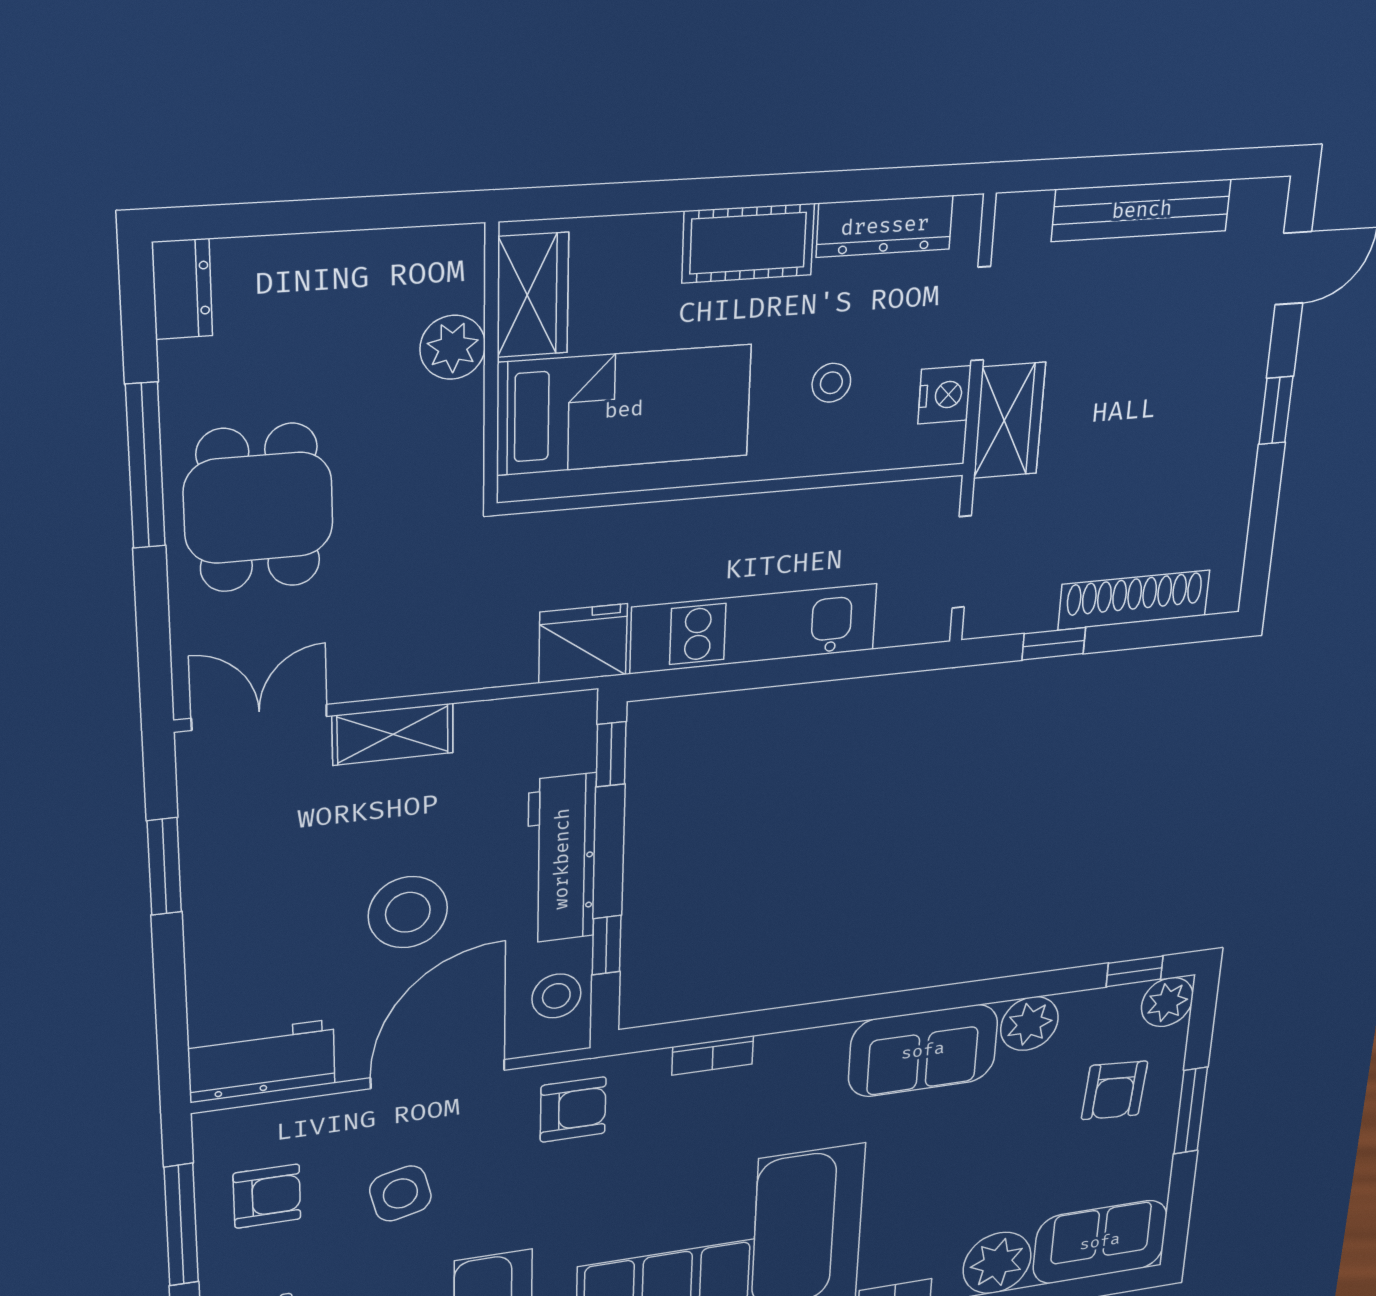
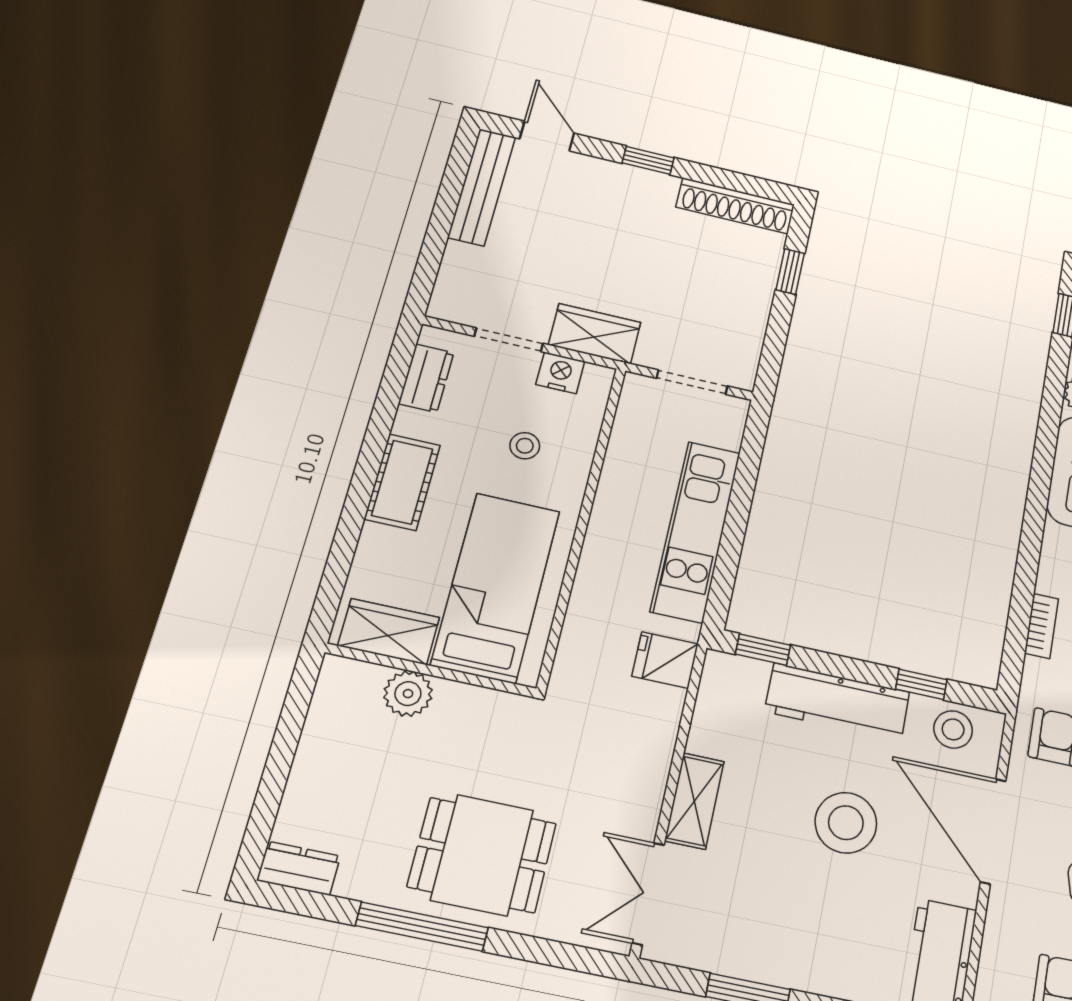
bench: (1142, 210) -> (482, 187), moved
dresser: (885, 226) -> (426, 378), width x0.70
shoe rack: (1134, 600) -> (735, 206), moved, turned -90
fridge: (583, 643) -> (665, 660), width x0.72
window: (1054, 644) -> (790, 272), moved

